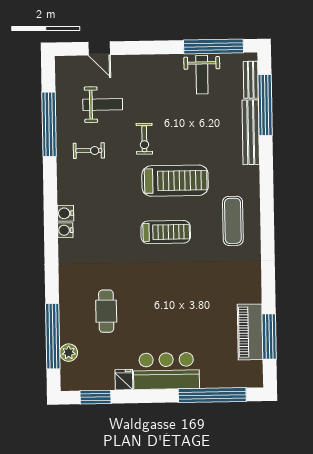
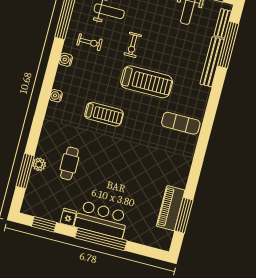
water cooler: (65, 213) -> (66, 60), moved
exercise mat: (233, 221) -> (181, 123), turned 90
treadmill: (166, 232) -> (104, 114), moved
window: (53, 336) -> (25, 171), width x0.68
plant: (69, 353) -> (39, 164), moved
window: (212, 395) -> (101, 239), moved

